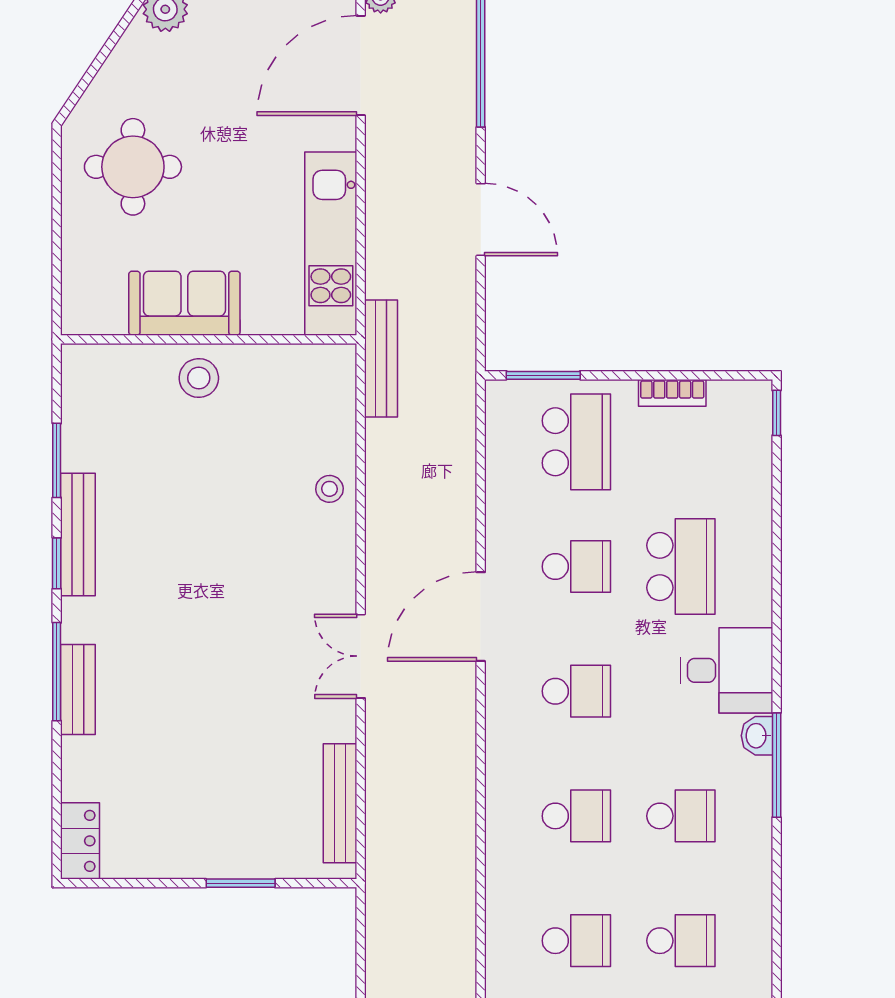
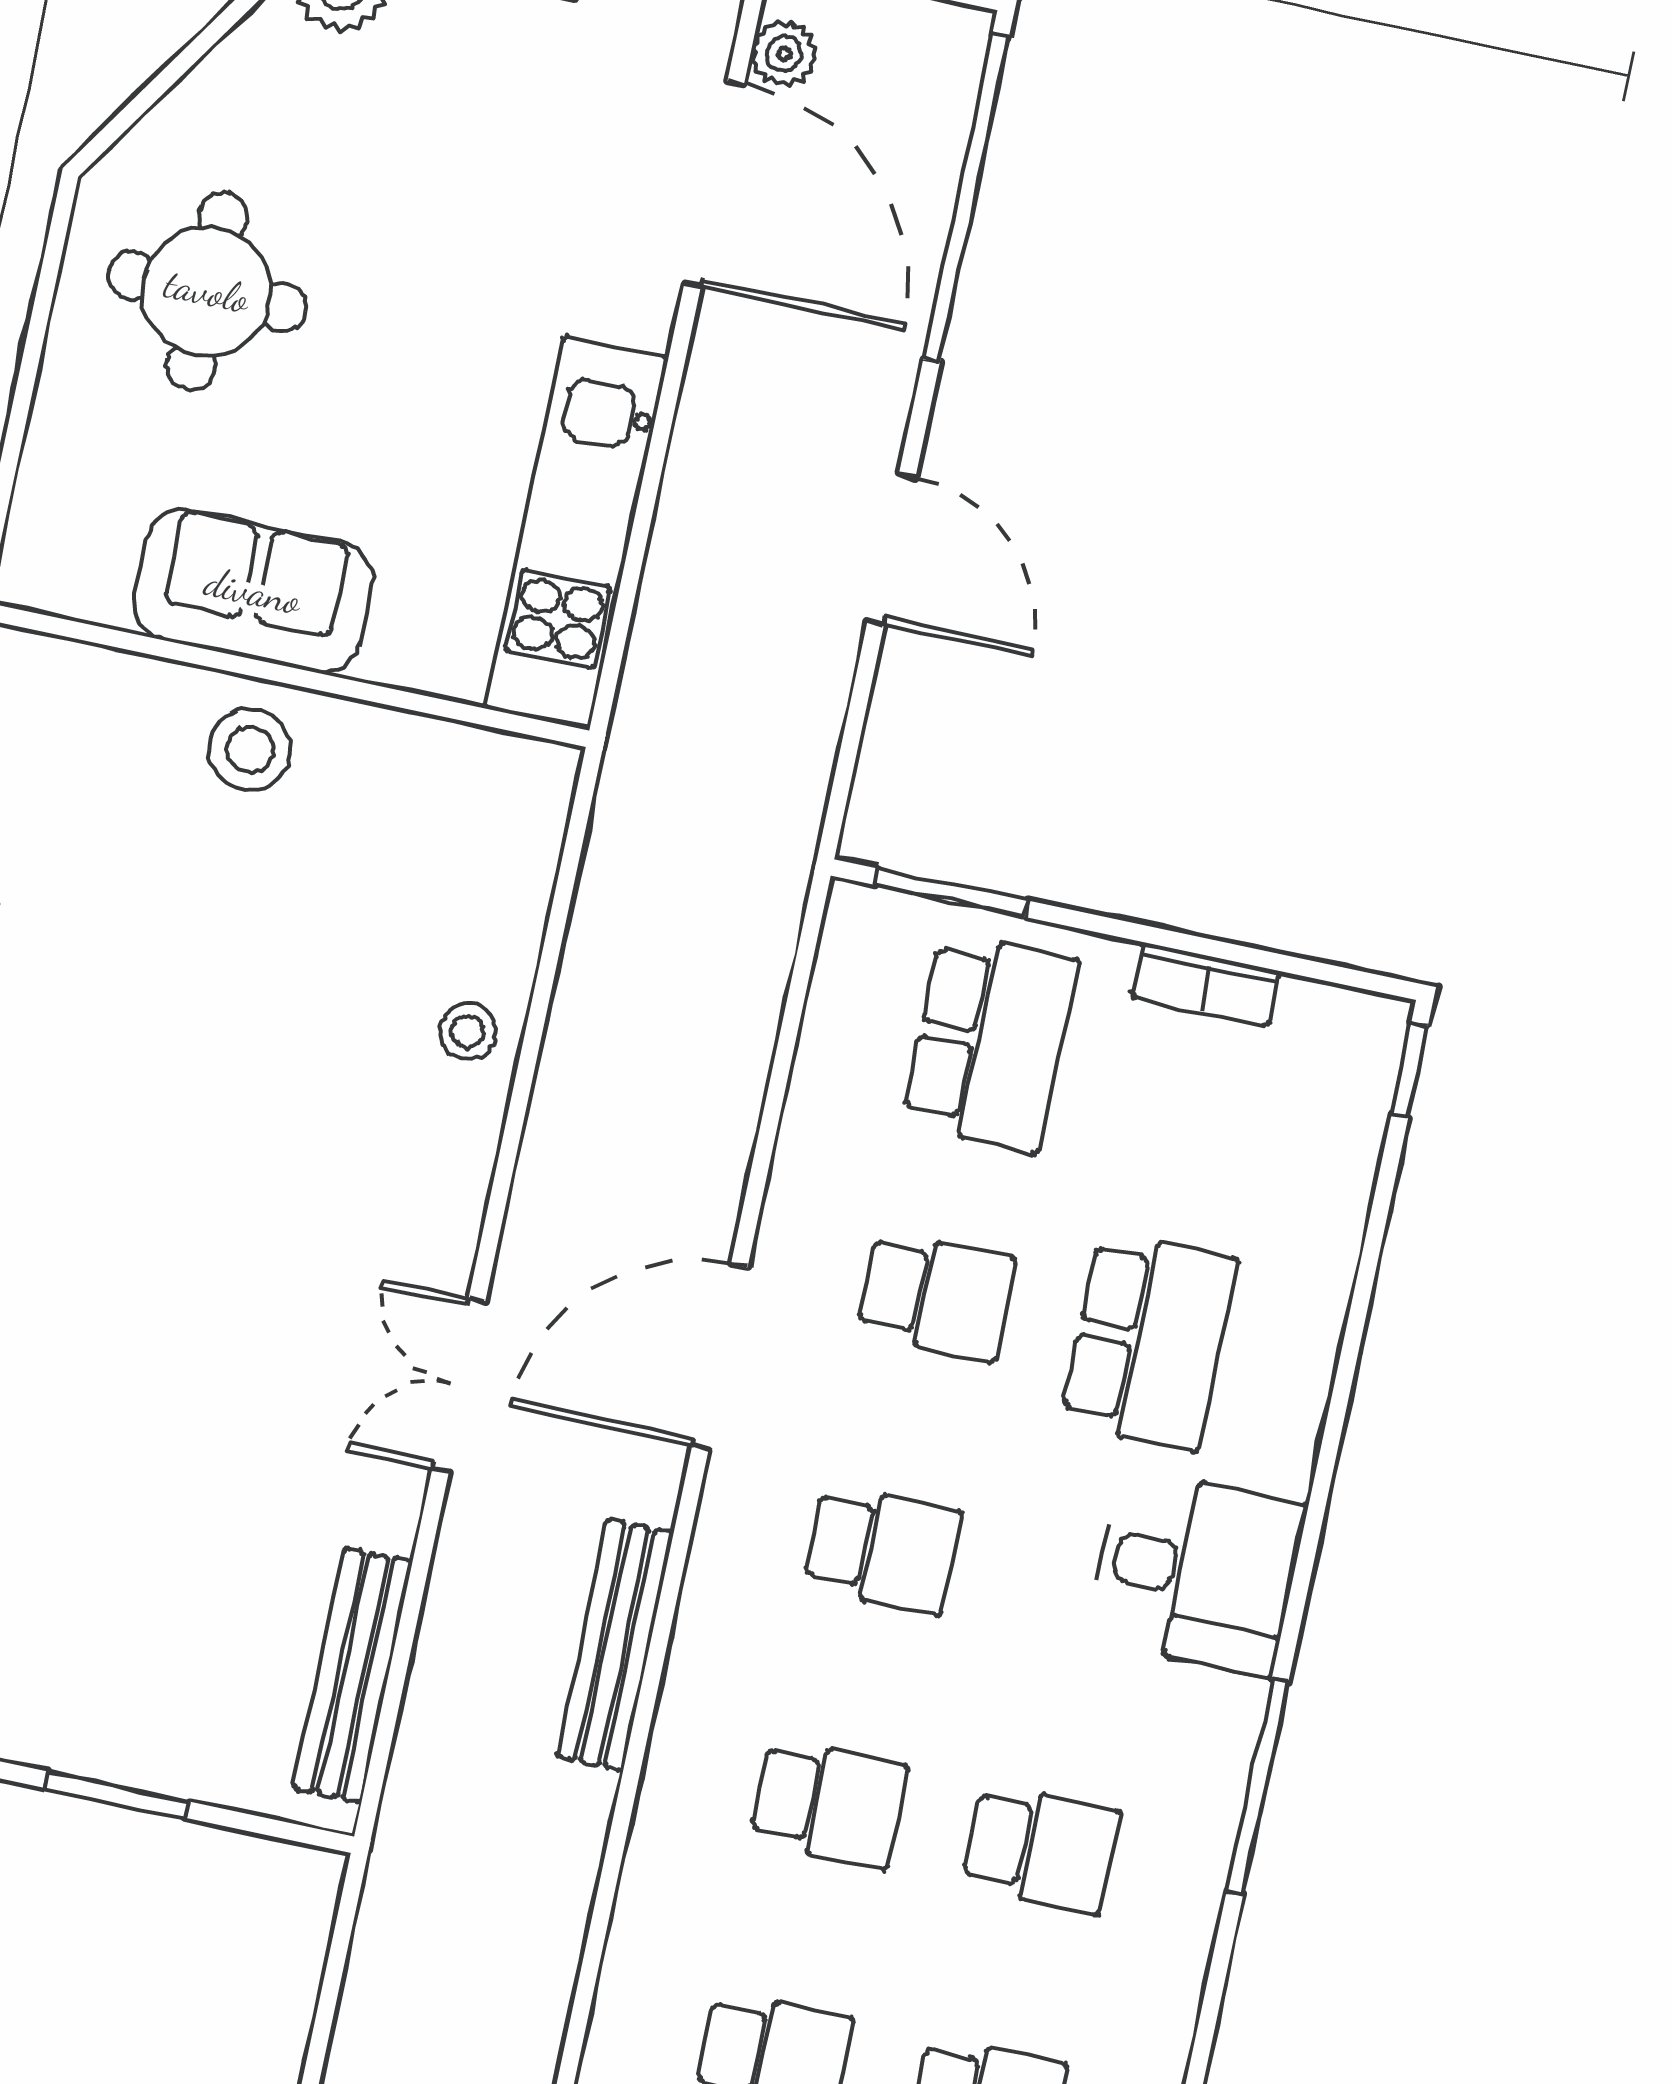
door: (361, 66) -> (714, 184), swing flipped
bench: (381, 358) -> (615, 1645), moved
washbasin: (757, 736) -> (1230, 1718), removed

